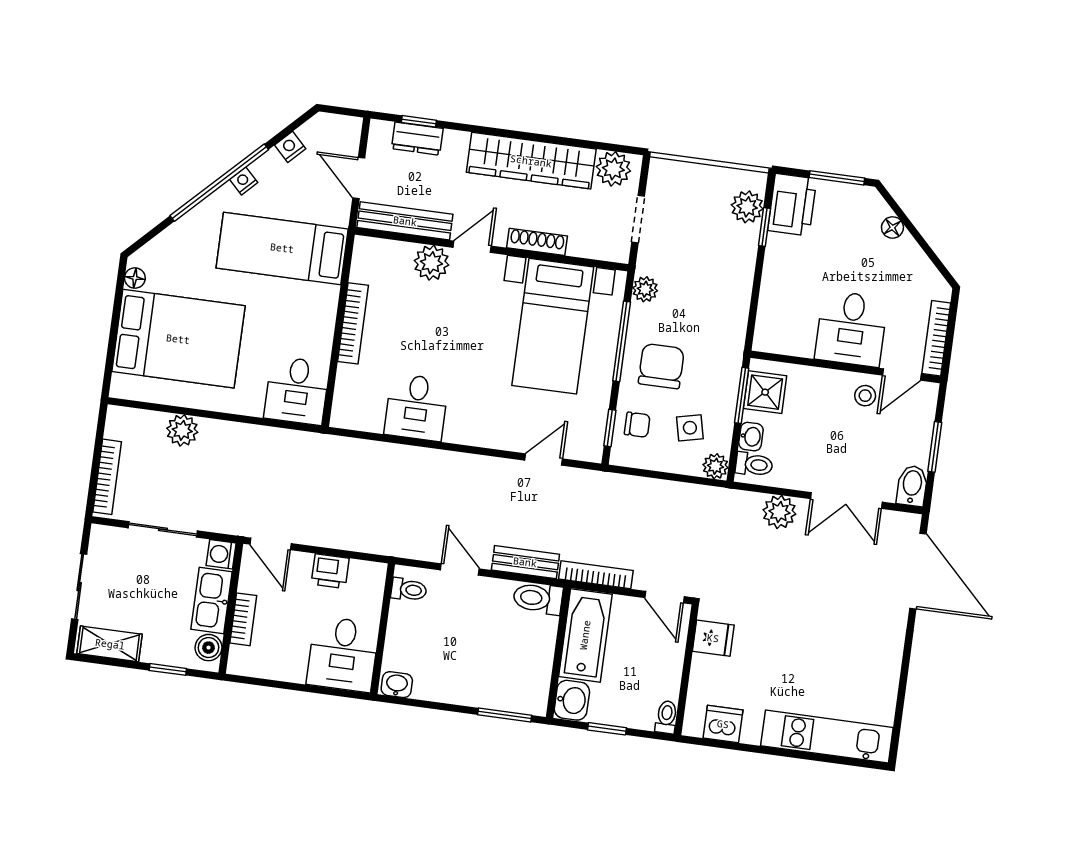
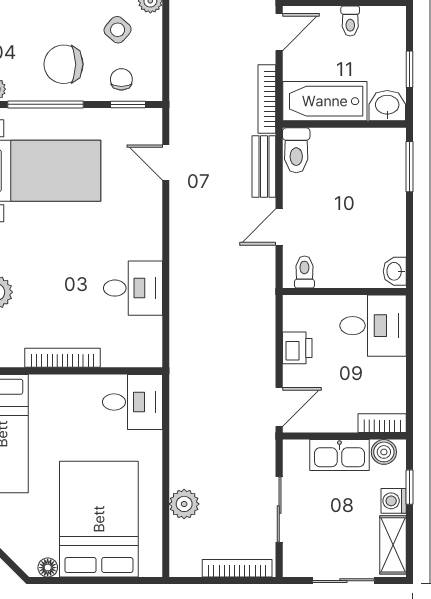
side table: (690, 428) -> (118, 30), turned -36
washing machine: (221, 554) -> (394, 501), moved, turned 90
bookcase: (243, 619) -> (382, 423), moved
toilet: (666, 717) -> (350, 21), moved, turned -90

